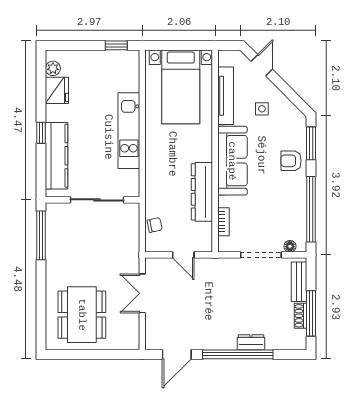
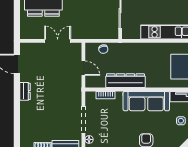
door: (183, 255) -> (83, 68), swing flipped
dresser: (251, 342) -> (25, 91), moved
window: (238, 354) -> (17, 105), removed

